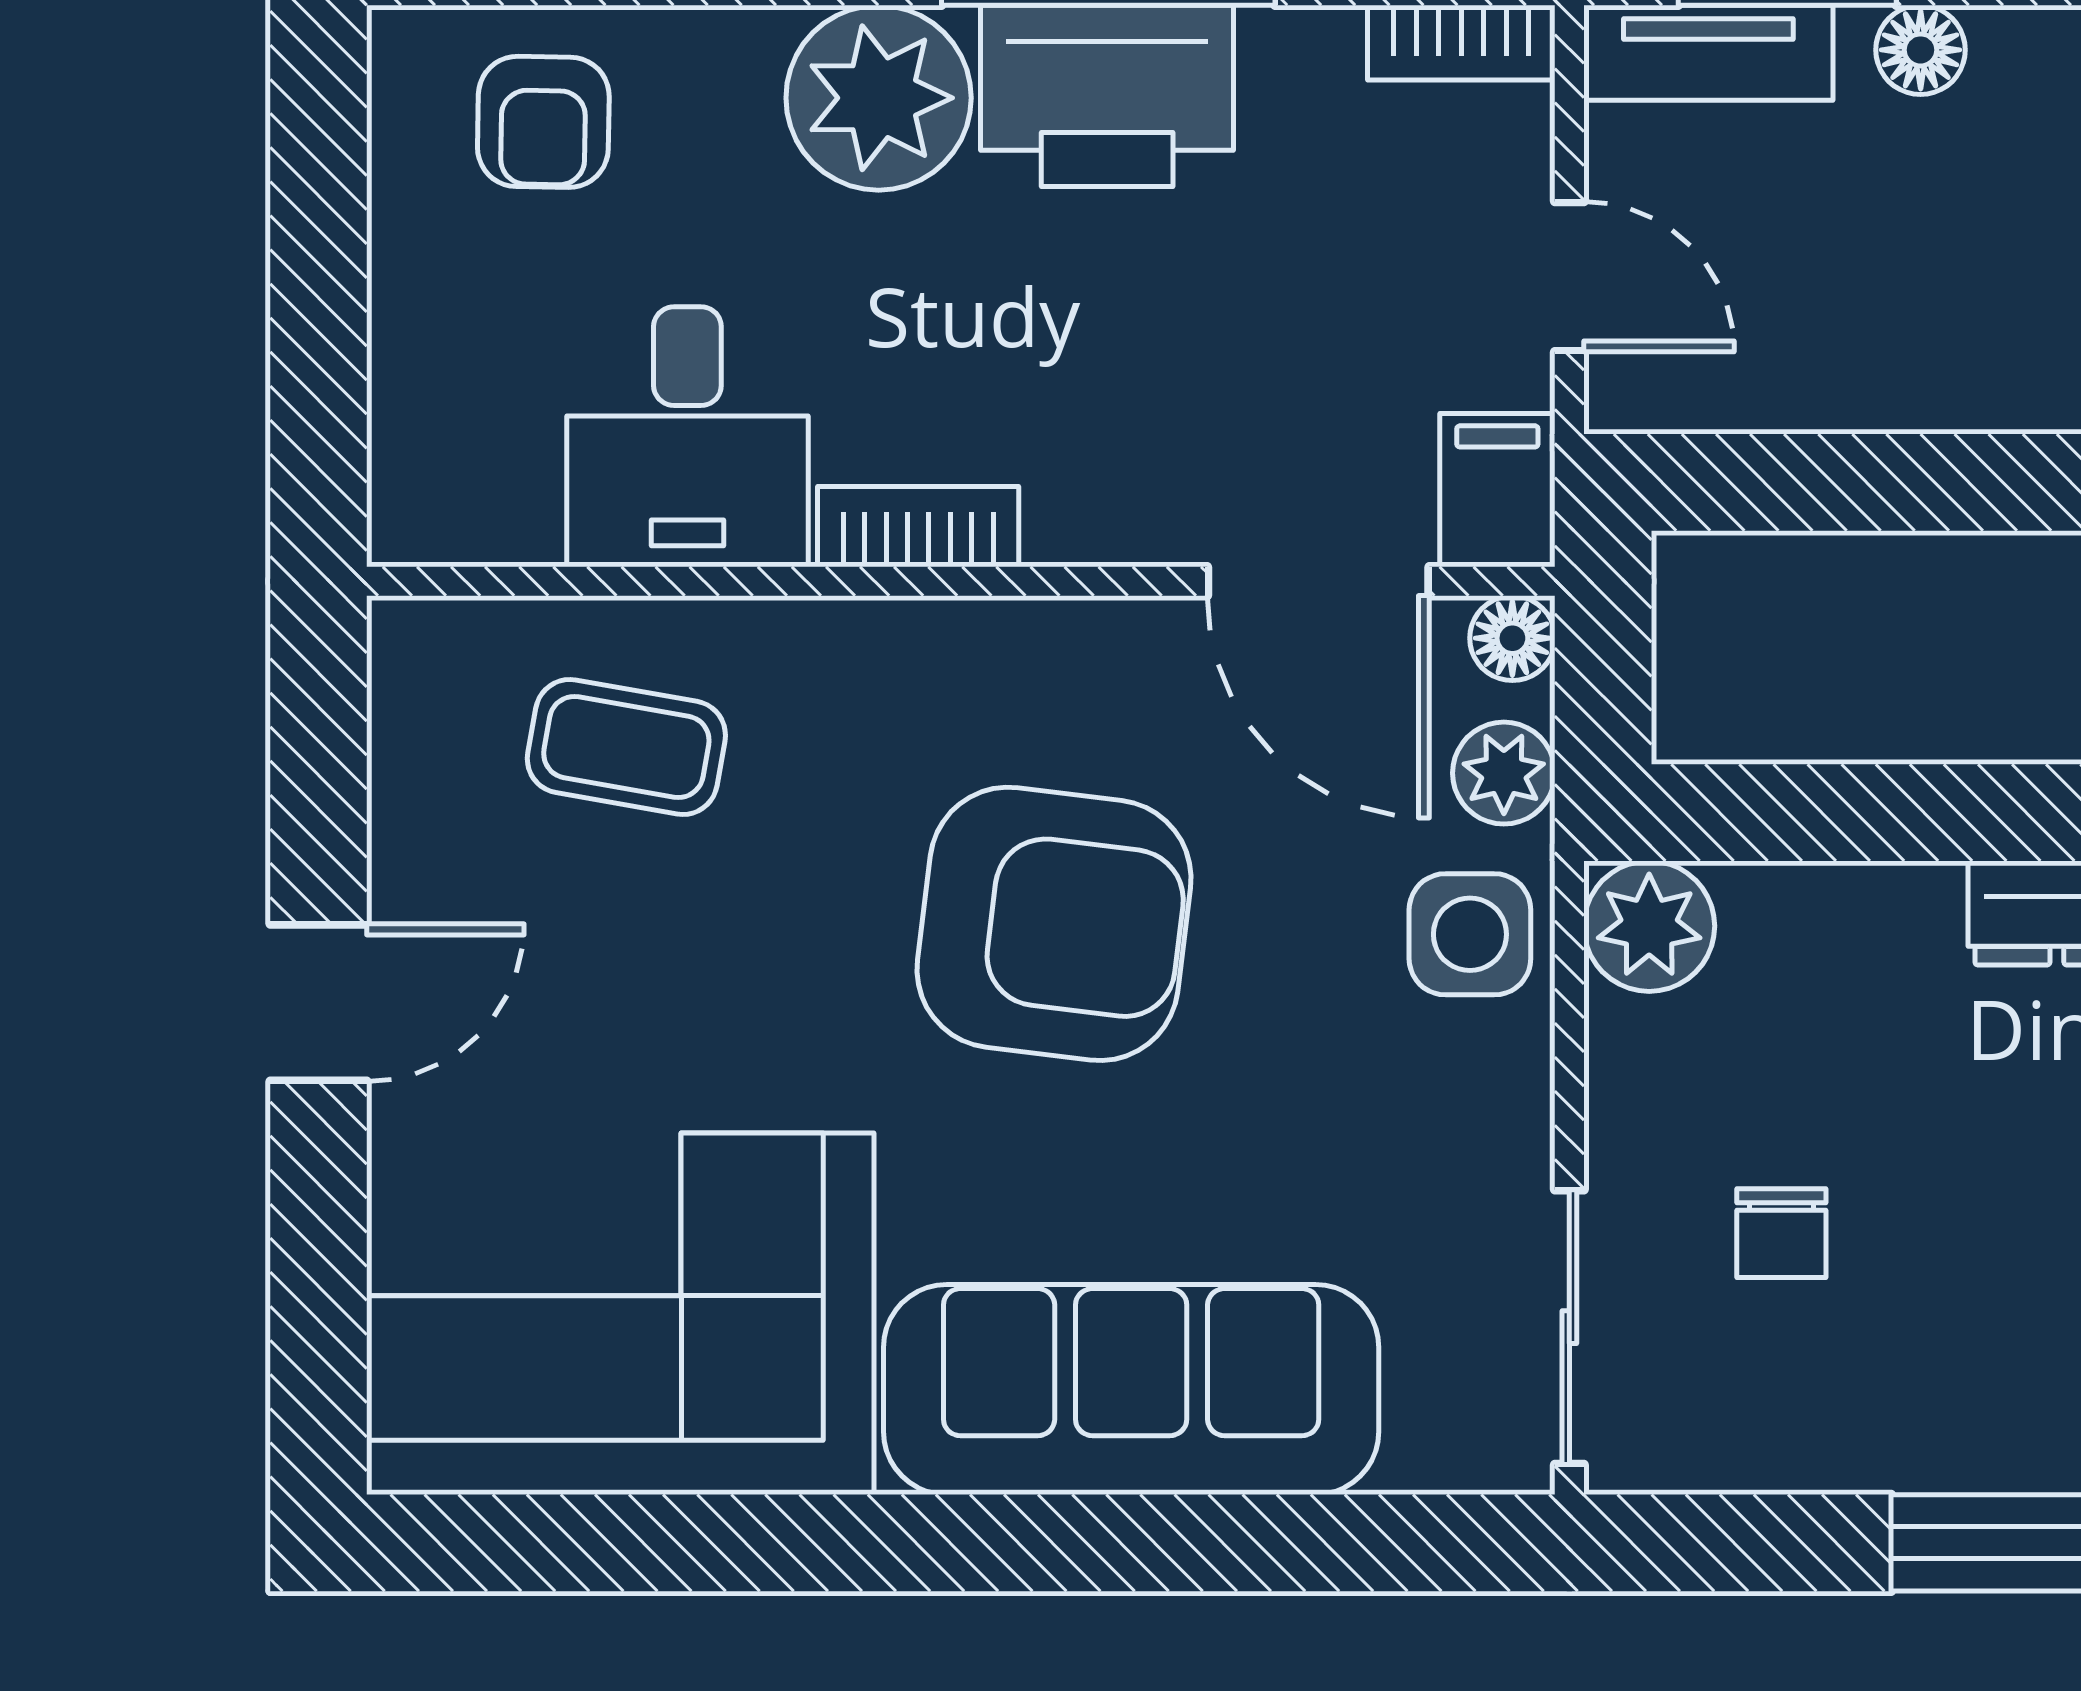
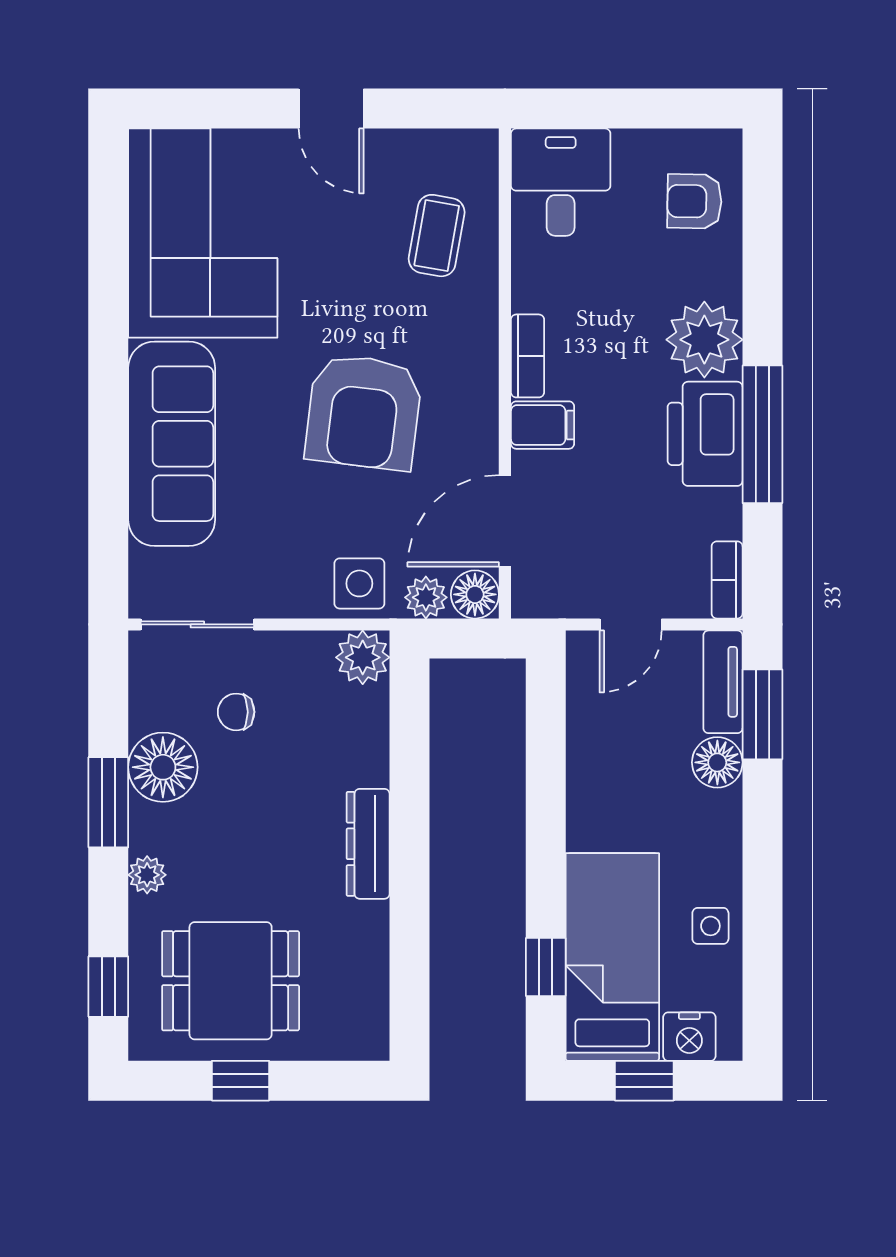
floor lamp: (1921, 50) -> (717, 762), width x1.37, depth x1.37
desk: (687, 437) -> (561, 182), moved, turned 90
filing cabinet: (1497, 490) -> (543, 425), moved
floor lamp: (1512, 638) -> (475, 594), width x1.37, depth x1.37
floor lamp: (1915, 1411) -> (163, 767), added

